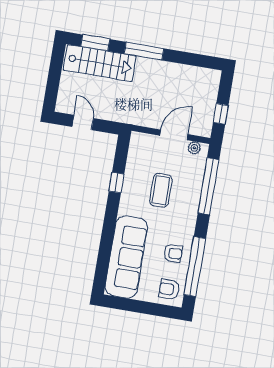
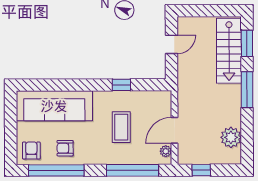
plant: (191, 77) -> (231, 137), added
door: (174, 135) -> (174, 130), swing flipped
coffee table: (161, 190) -> (121, 127), turned 90
armchair: (173, 253) -> (65, 148), turned 90

